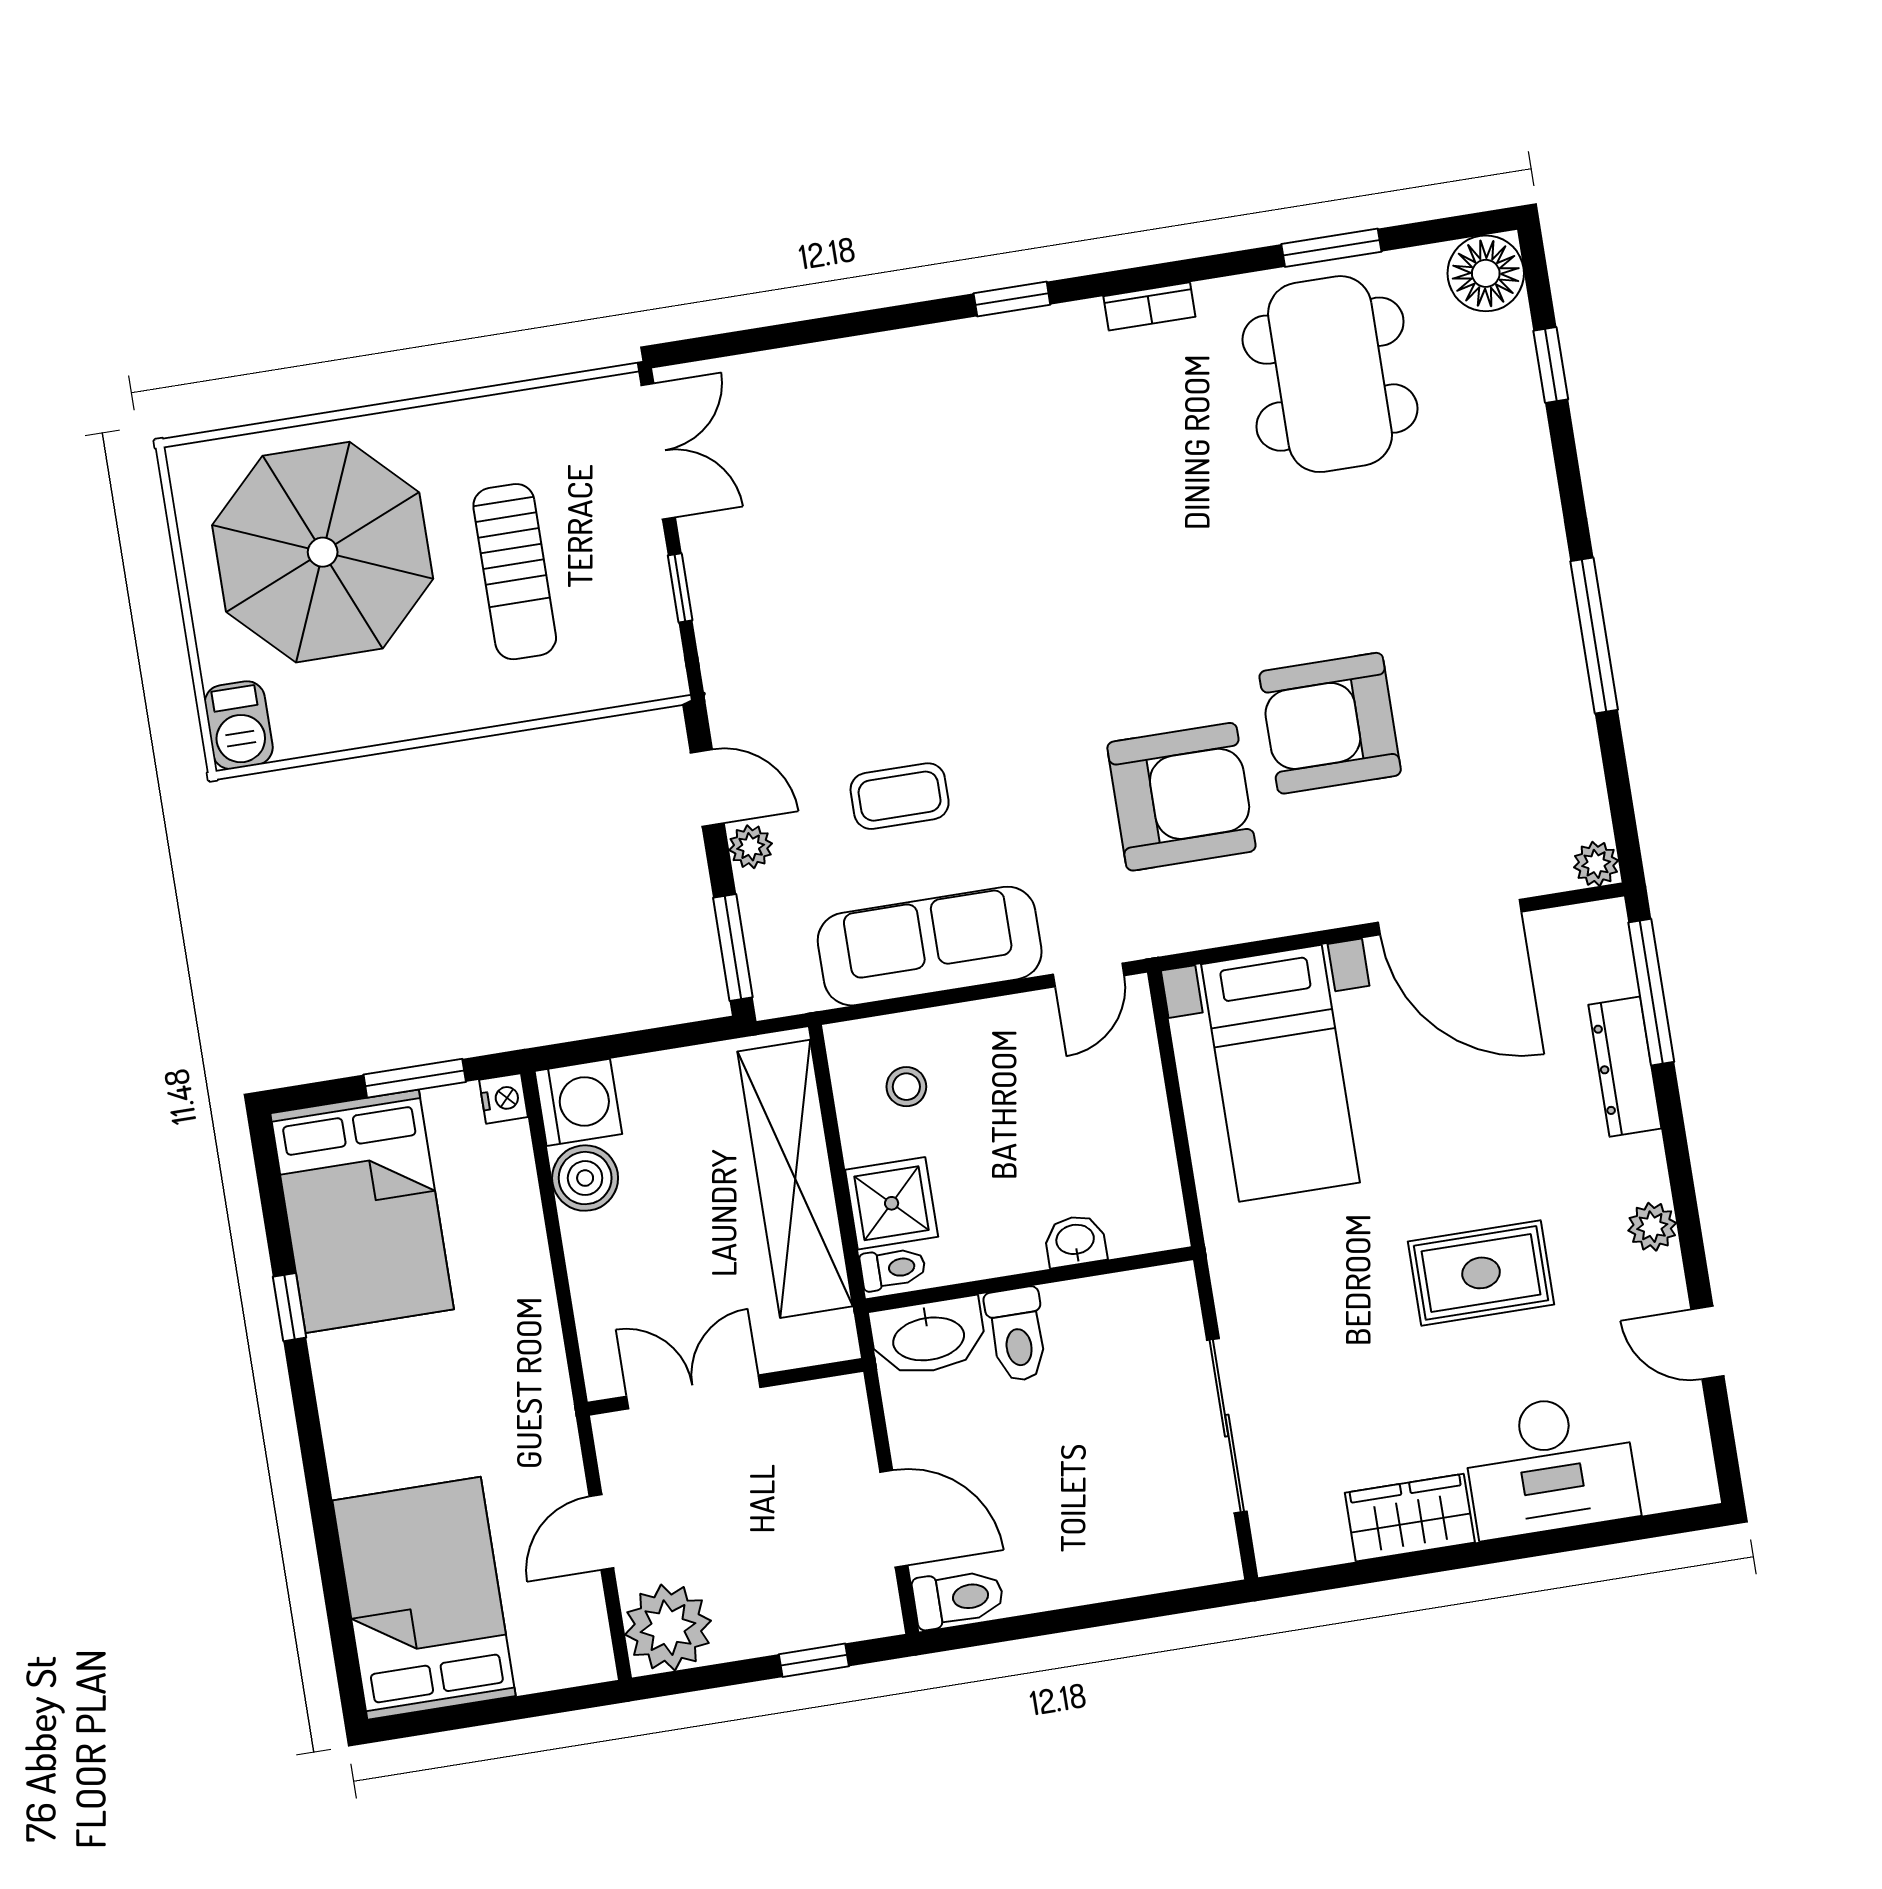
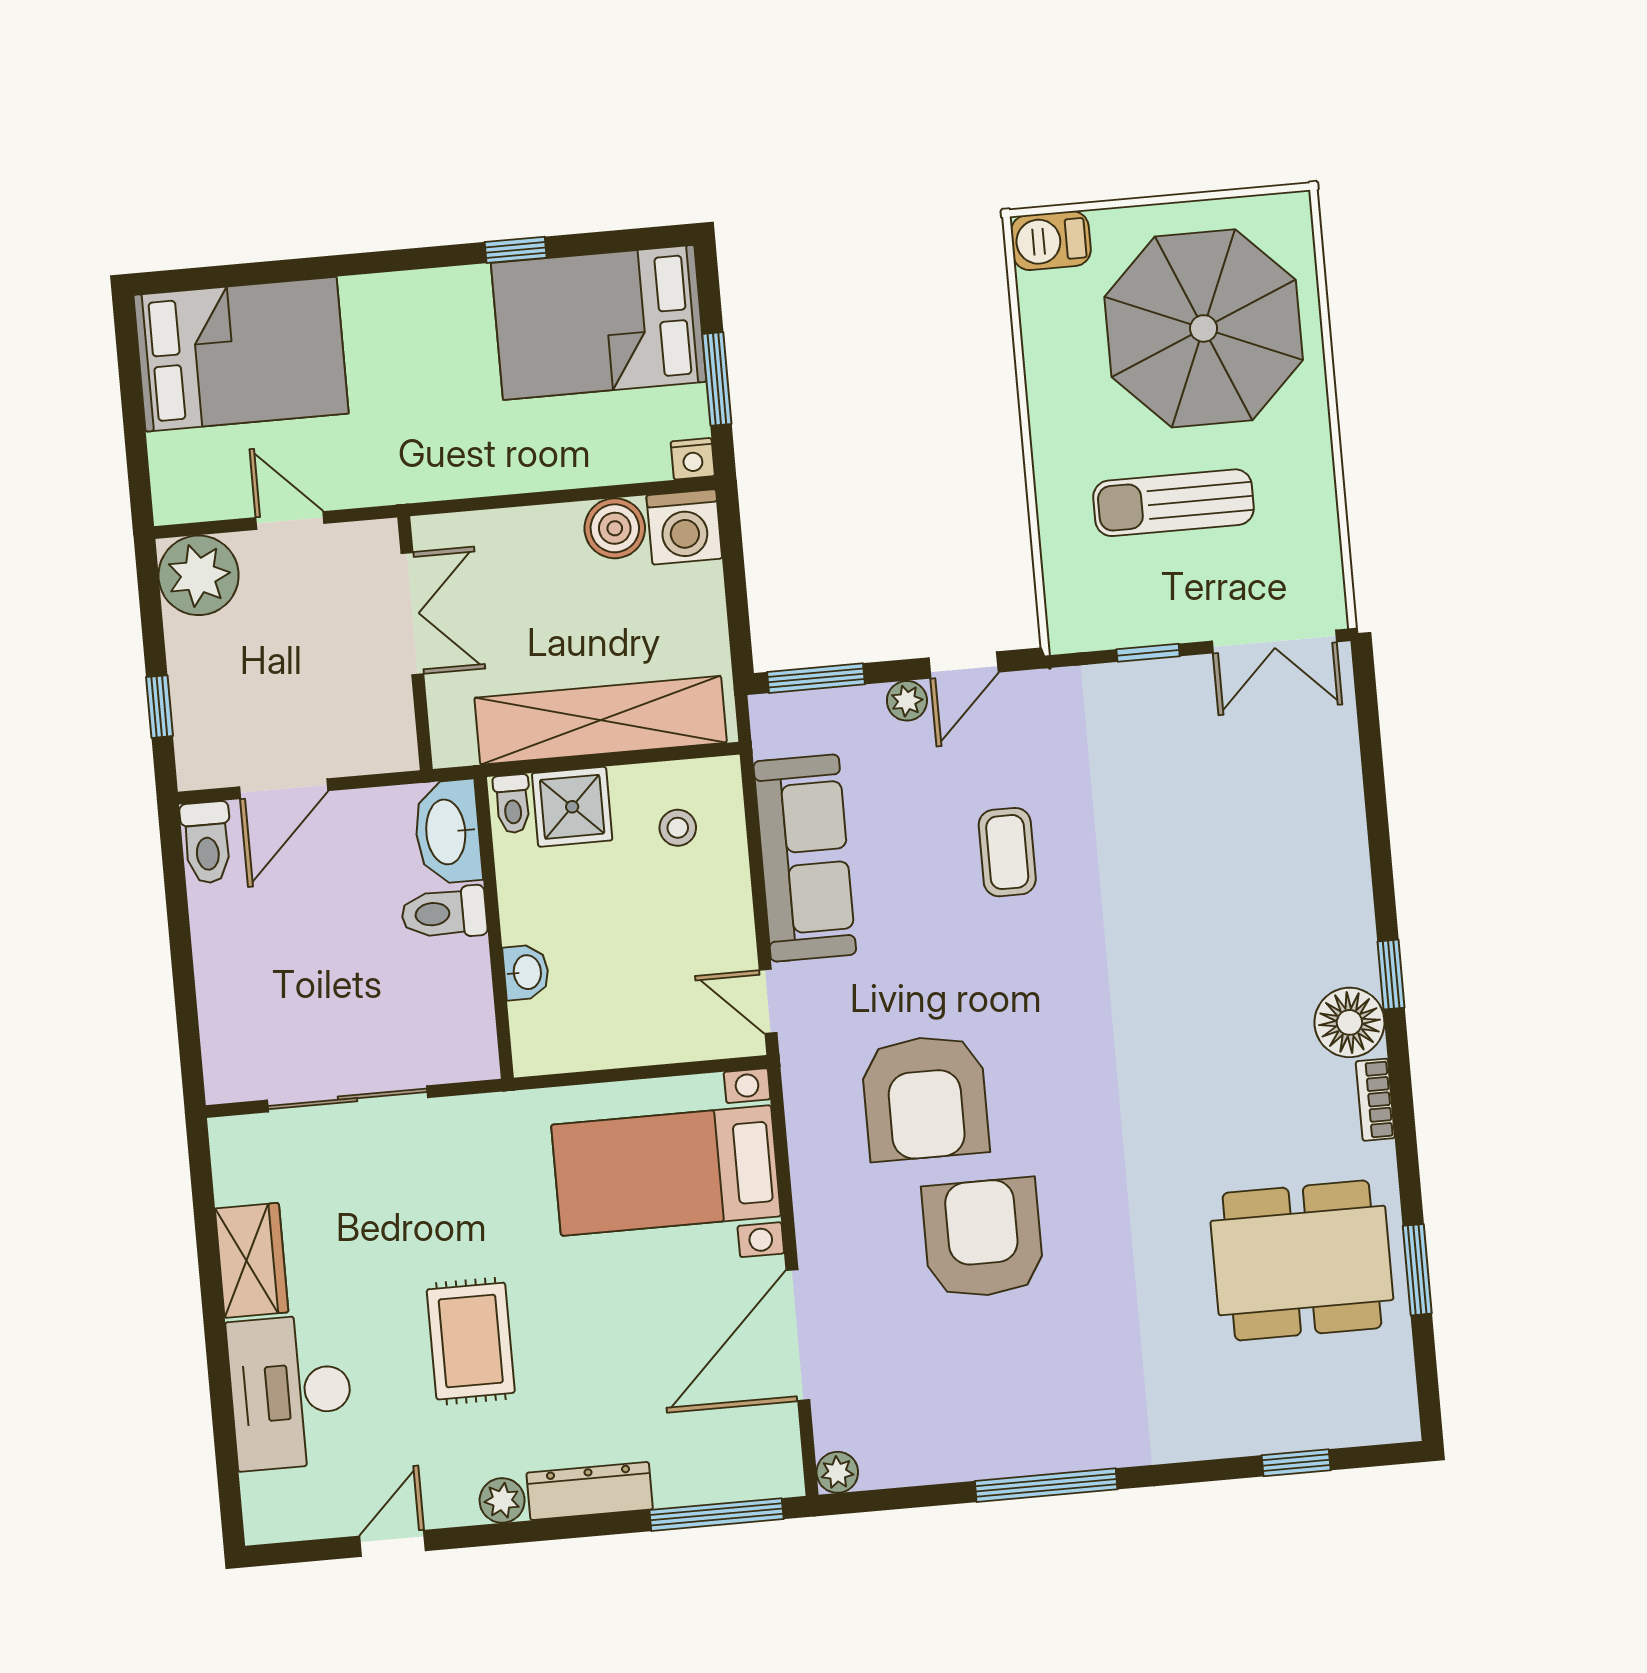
floor lamp: (1486, 273) -> (1349, 1022), moved
coffee table: (900, 796) -> (1007, 852), moved
dresser: (1625, 1067) -> (590, 1491), moved

